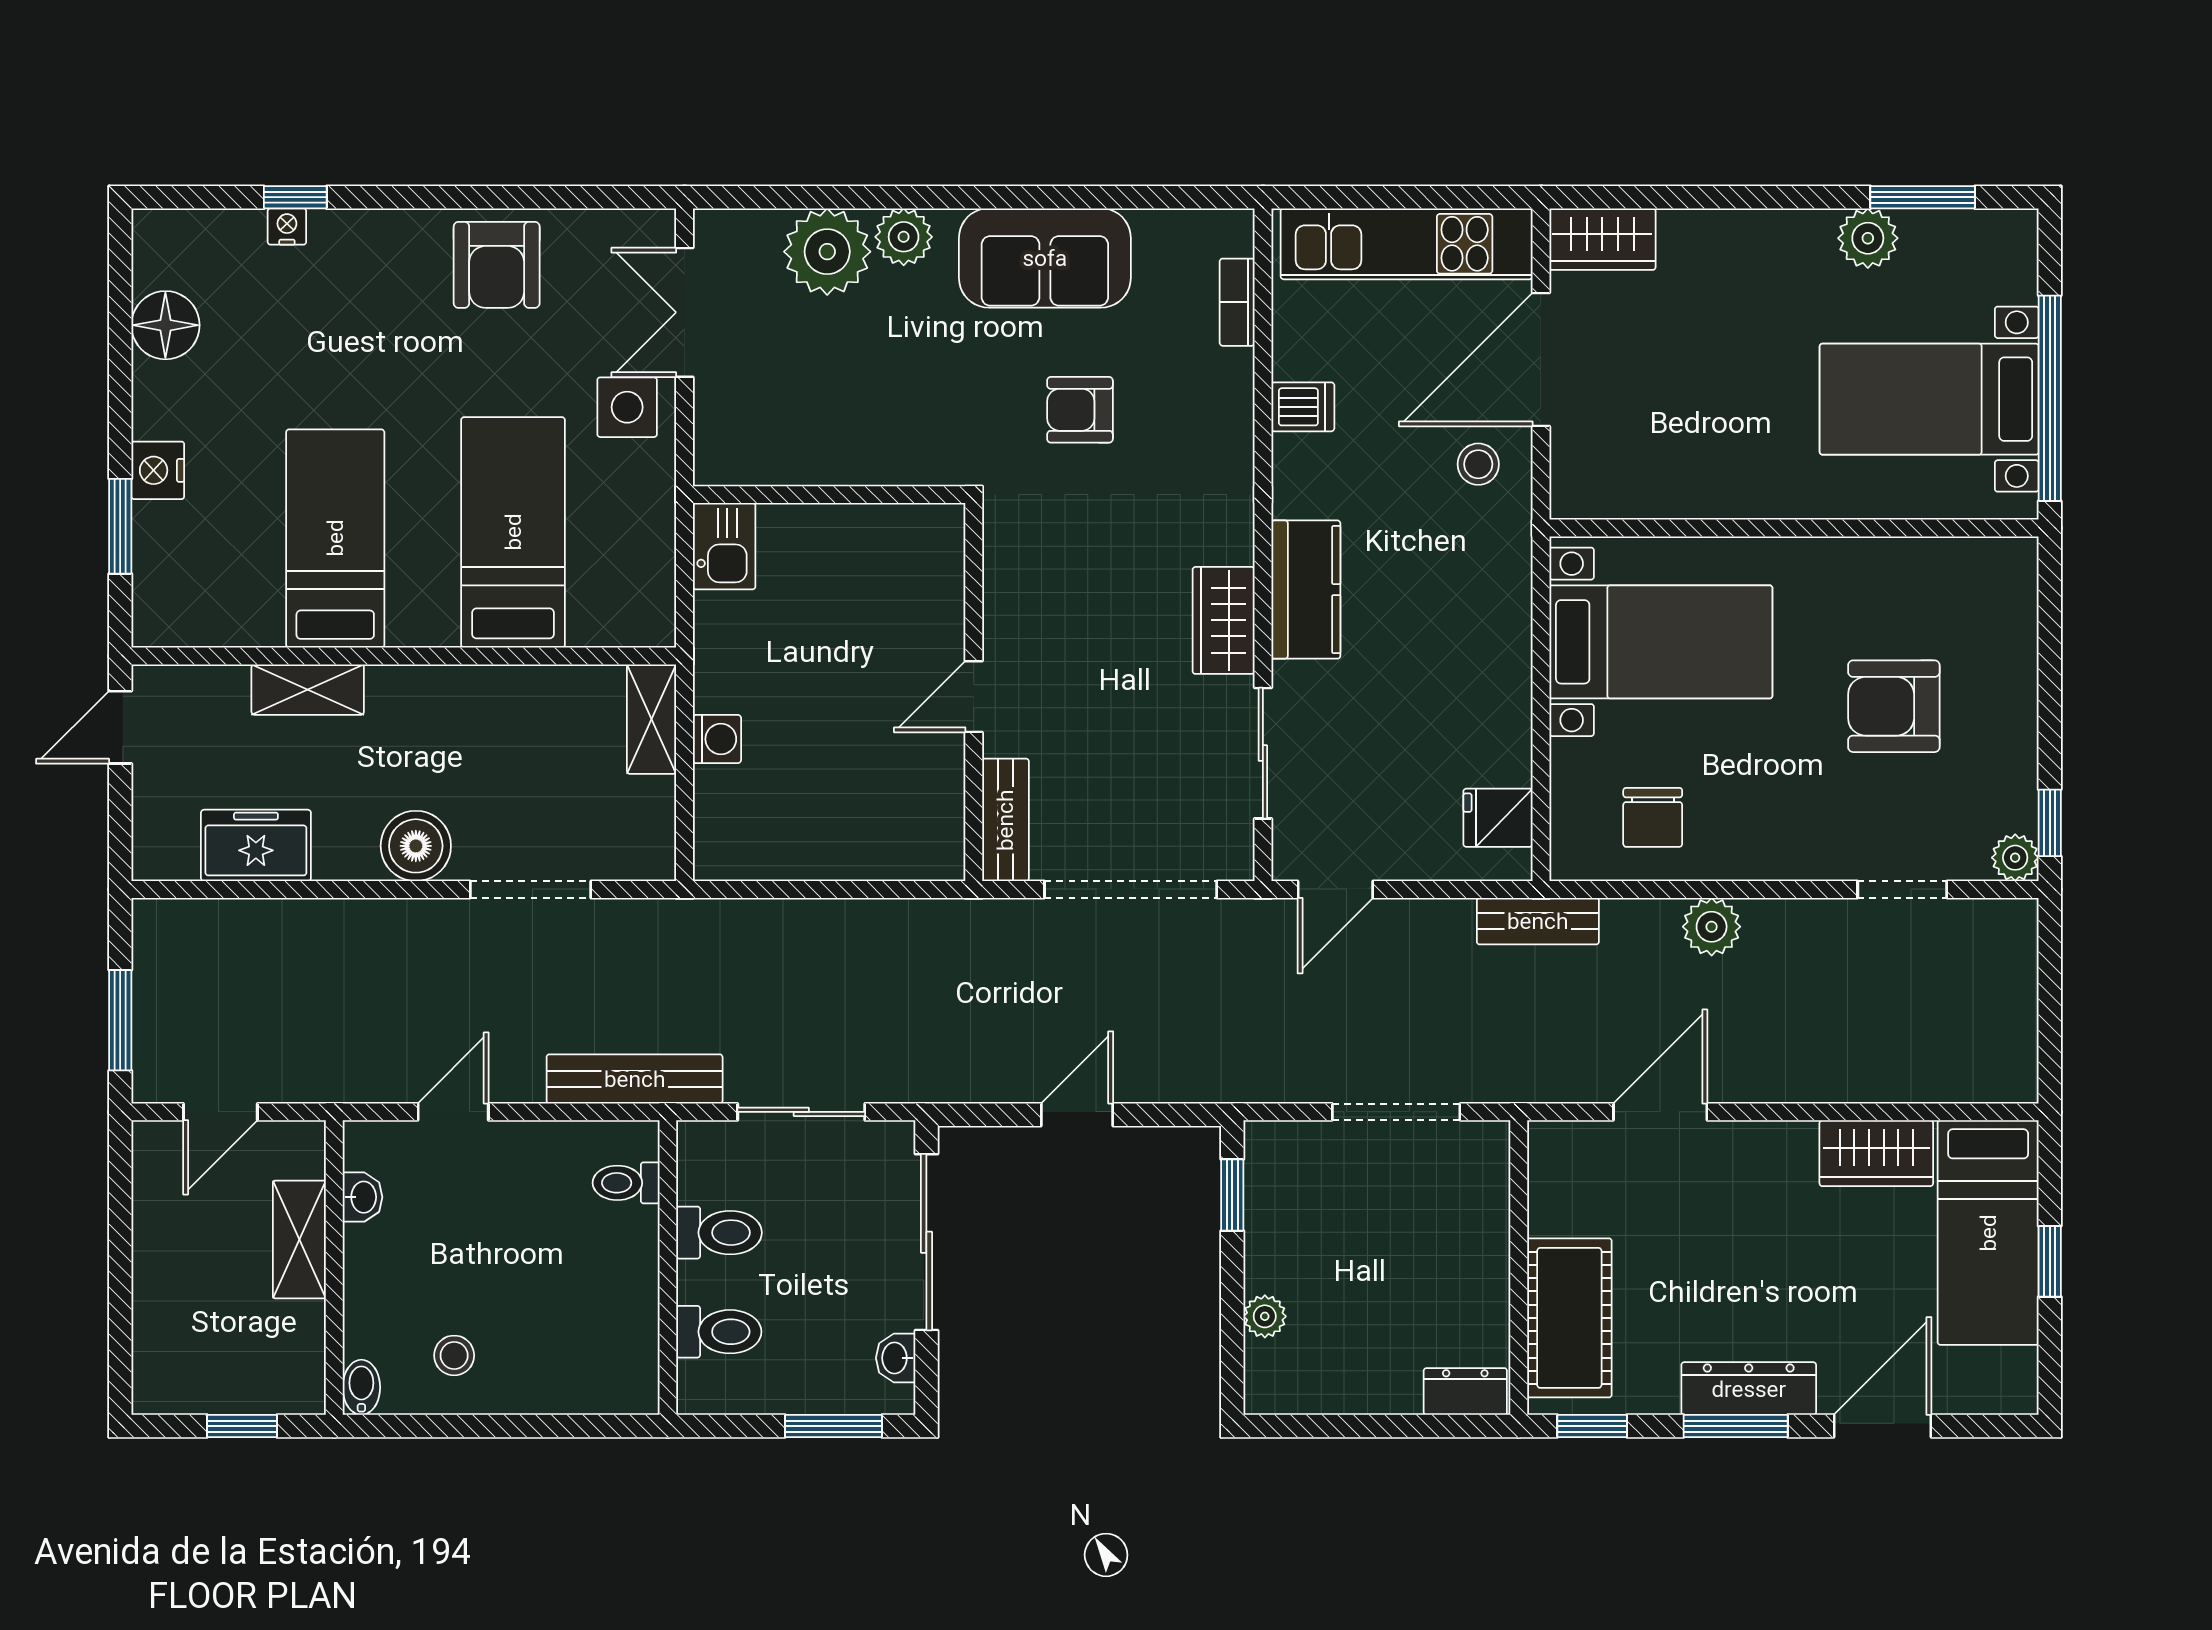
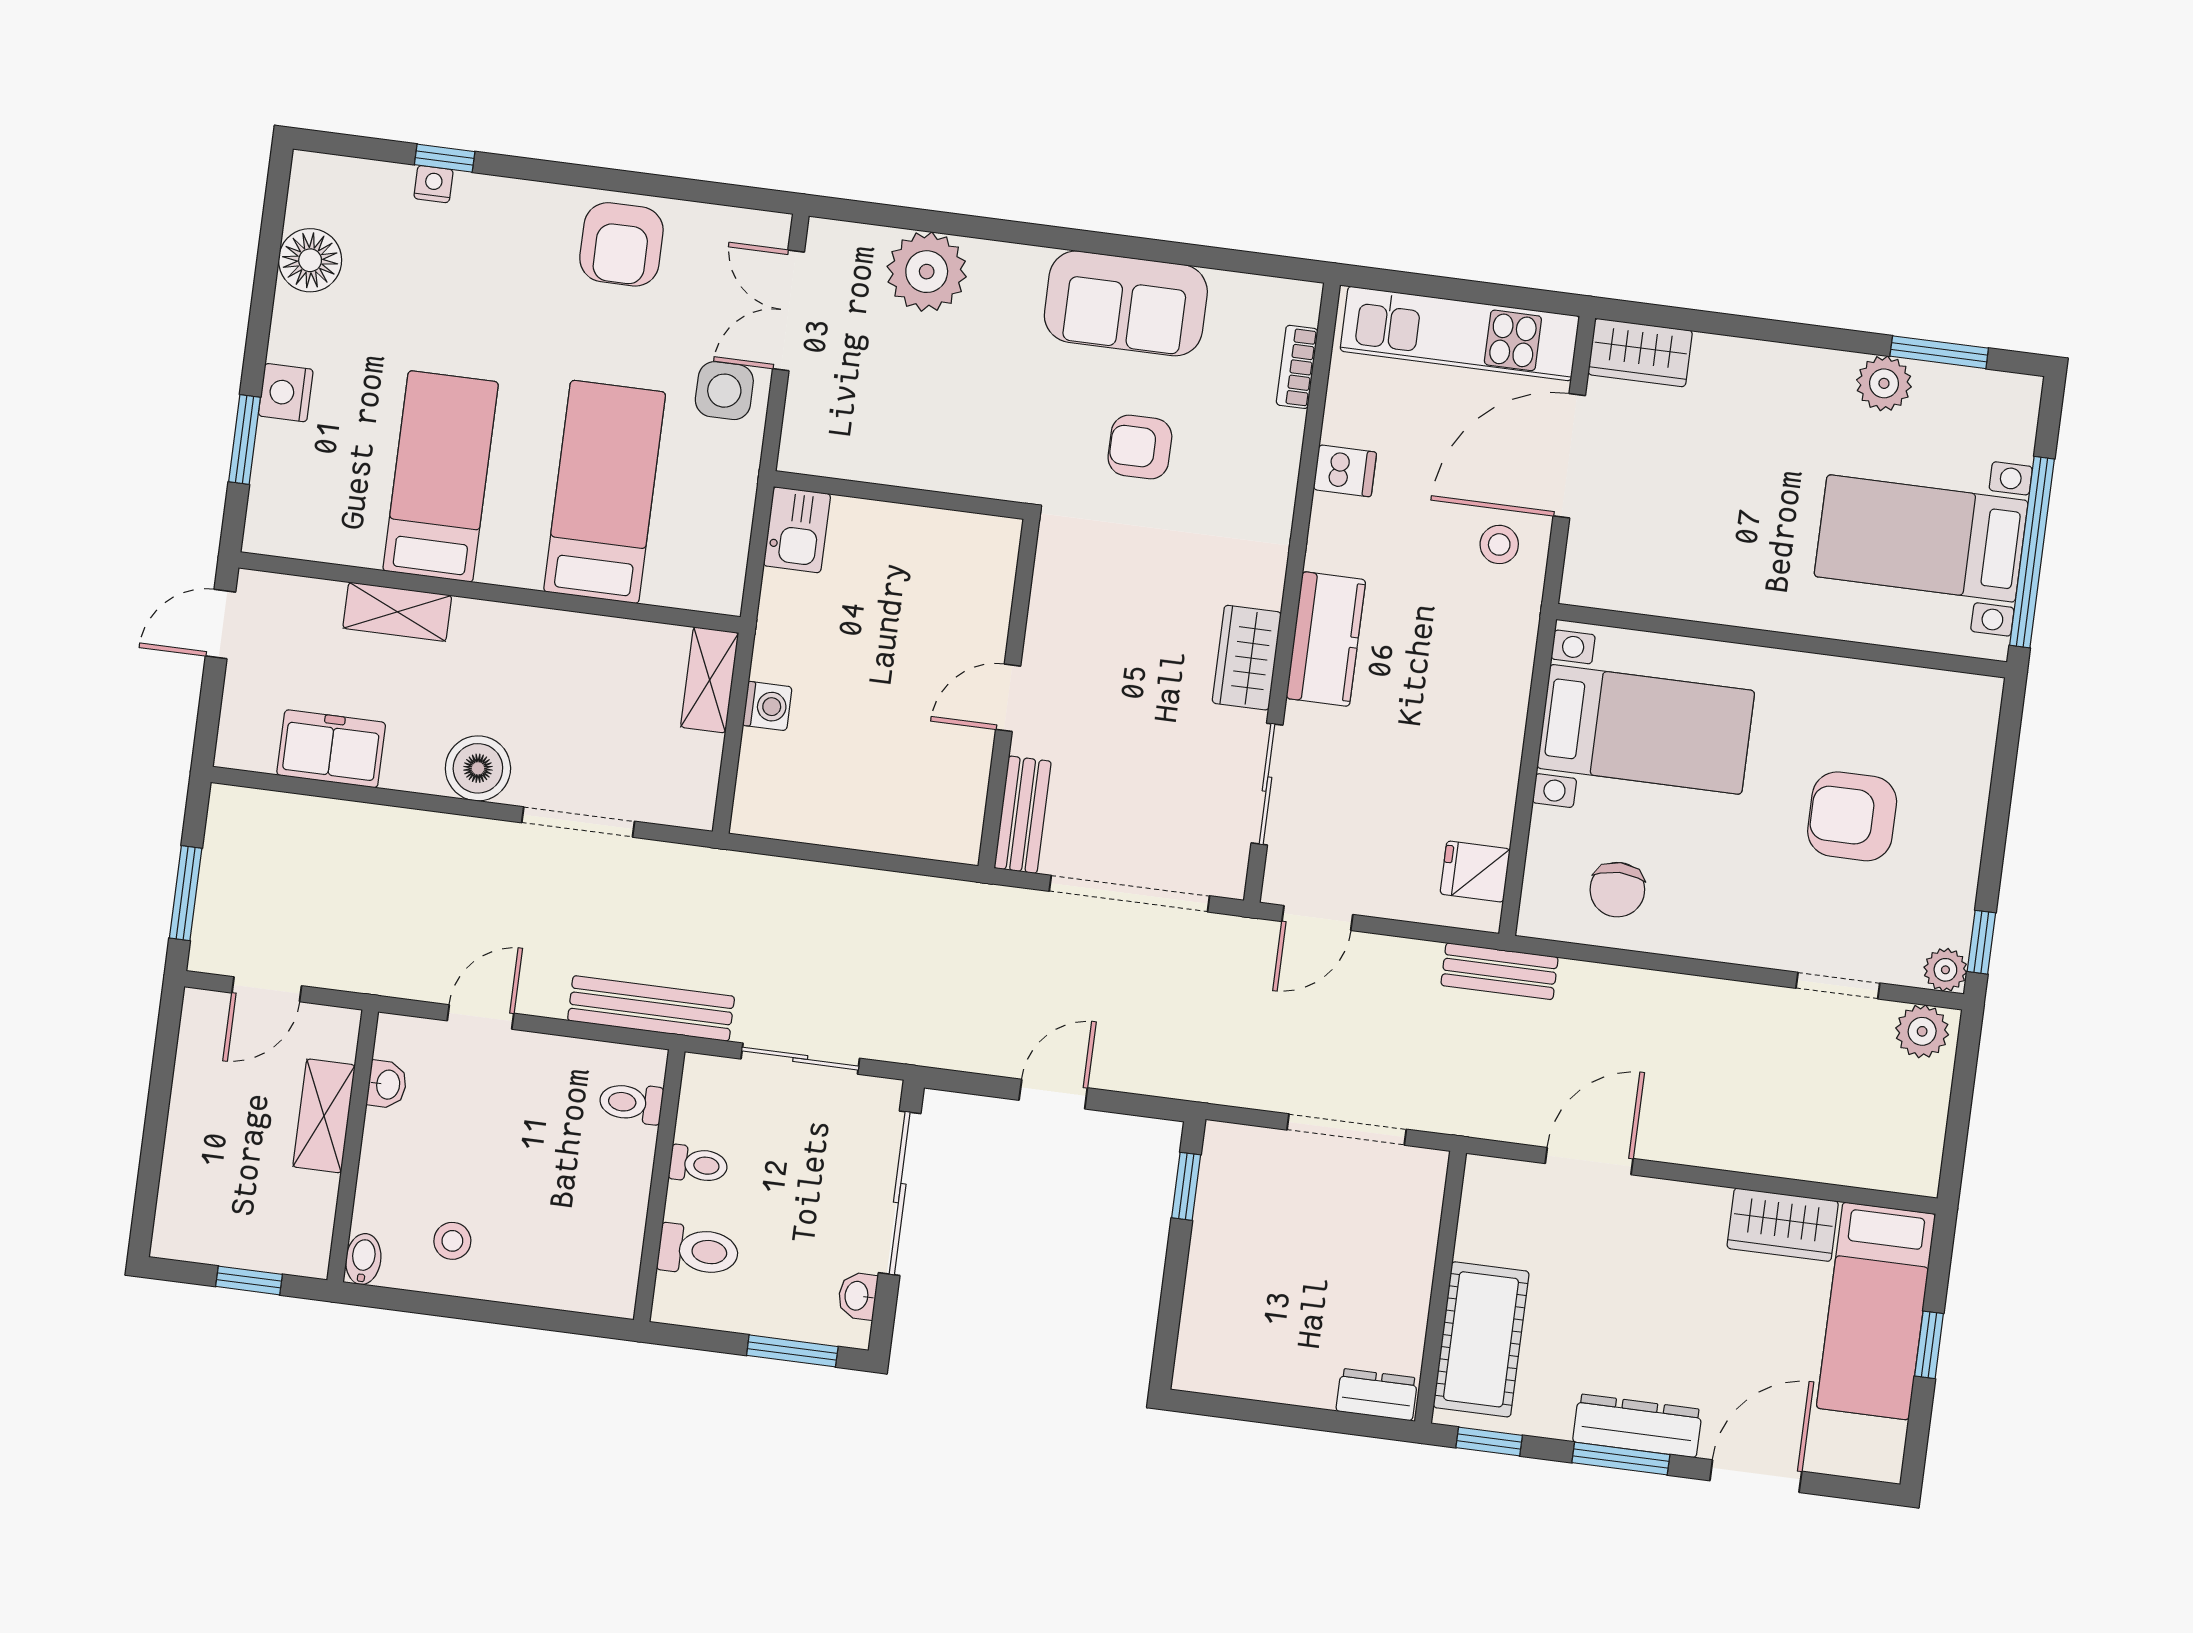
plant: (904, 237) -> (999, 267), removed
plant: (1712, 927) -> (1922, 1031), moved
toilet: (719, 1233) -> (699, 1165), width x0.73, depth x0.72
plant: (1265, 1316) -> (1202, 1302), removed

